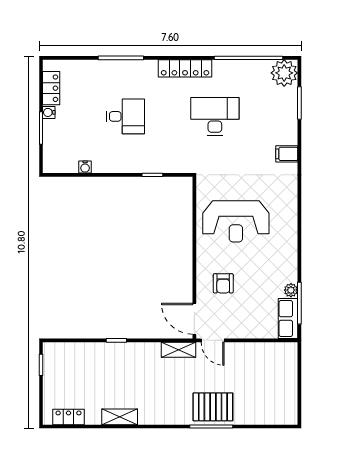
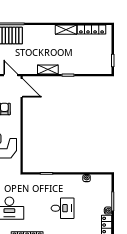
desk: (126, 116) -> (62, 208), turned 180
shelving: (178, 350) -> (48, 69), moved
locker: (69, 417) -> (92, 30), width x1.53

